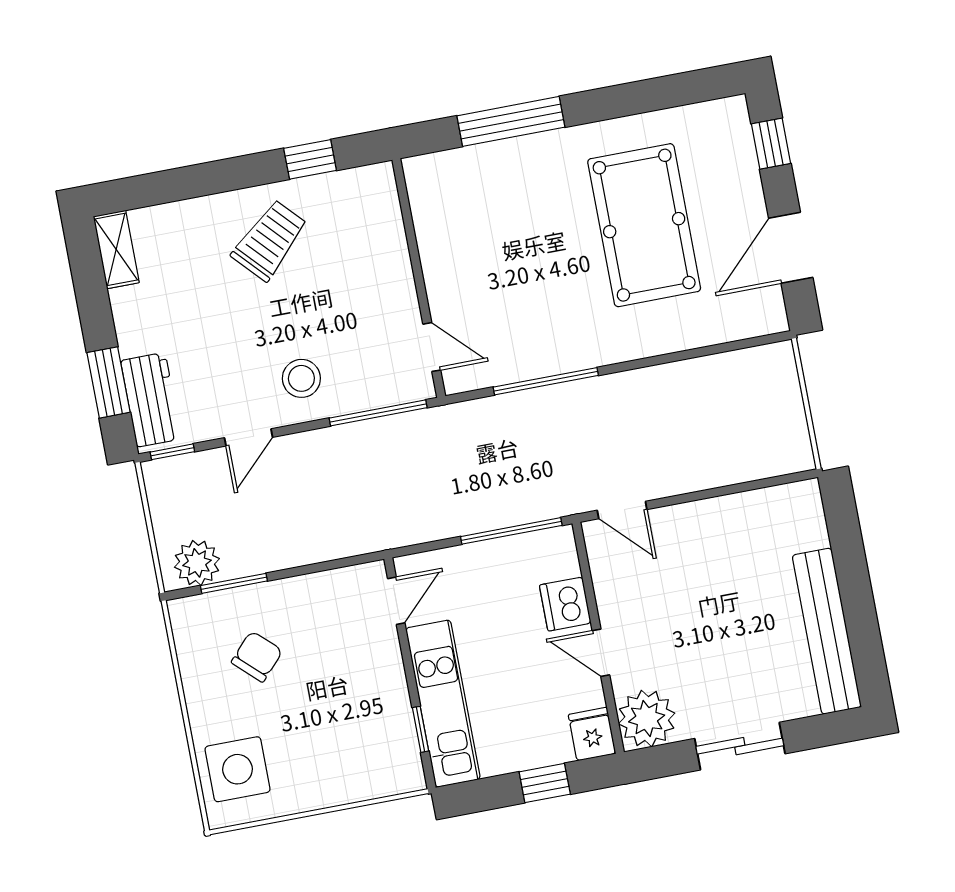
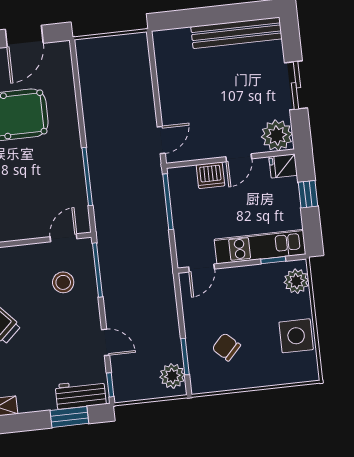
door: (791, 248) -> (24, 36), hinge flipped
stool: (301, 378) -> (63, 282), moved
door: (396, 601) -> (202, 268), swing flipped
side table: (237, 769) -> (296, 336), moved
plant: (386, 774) -> (296, 281), added

